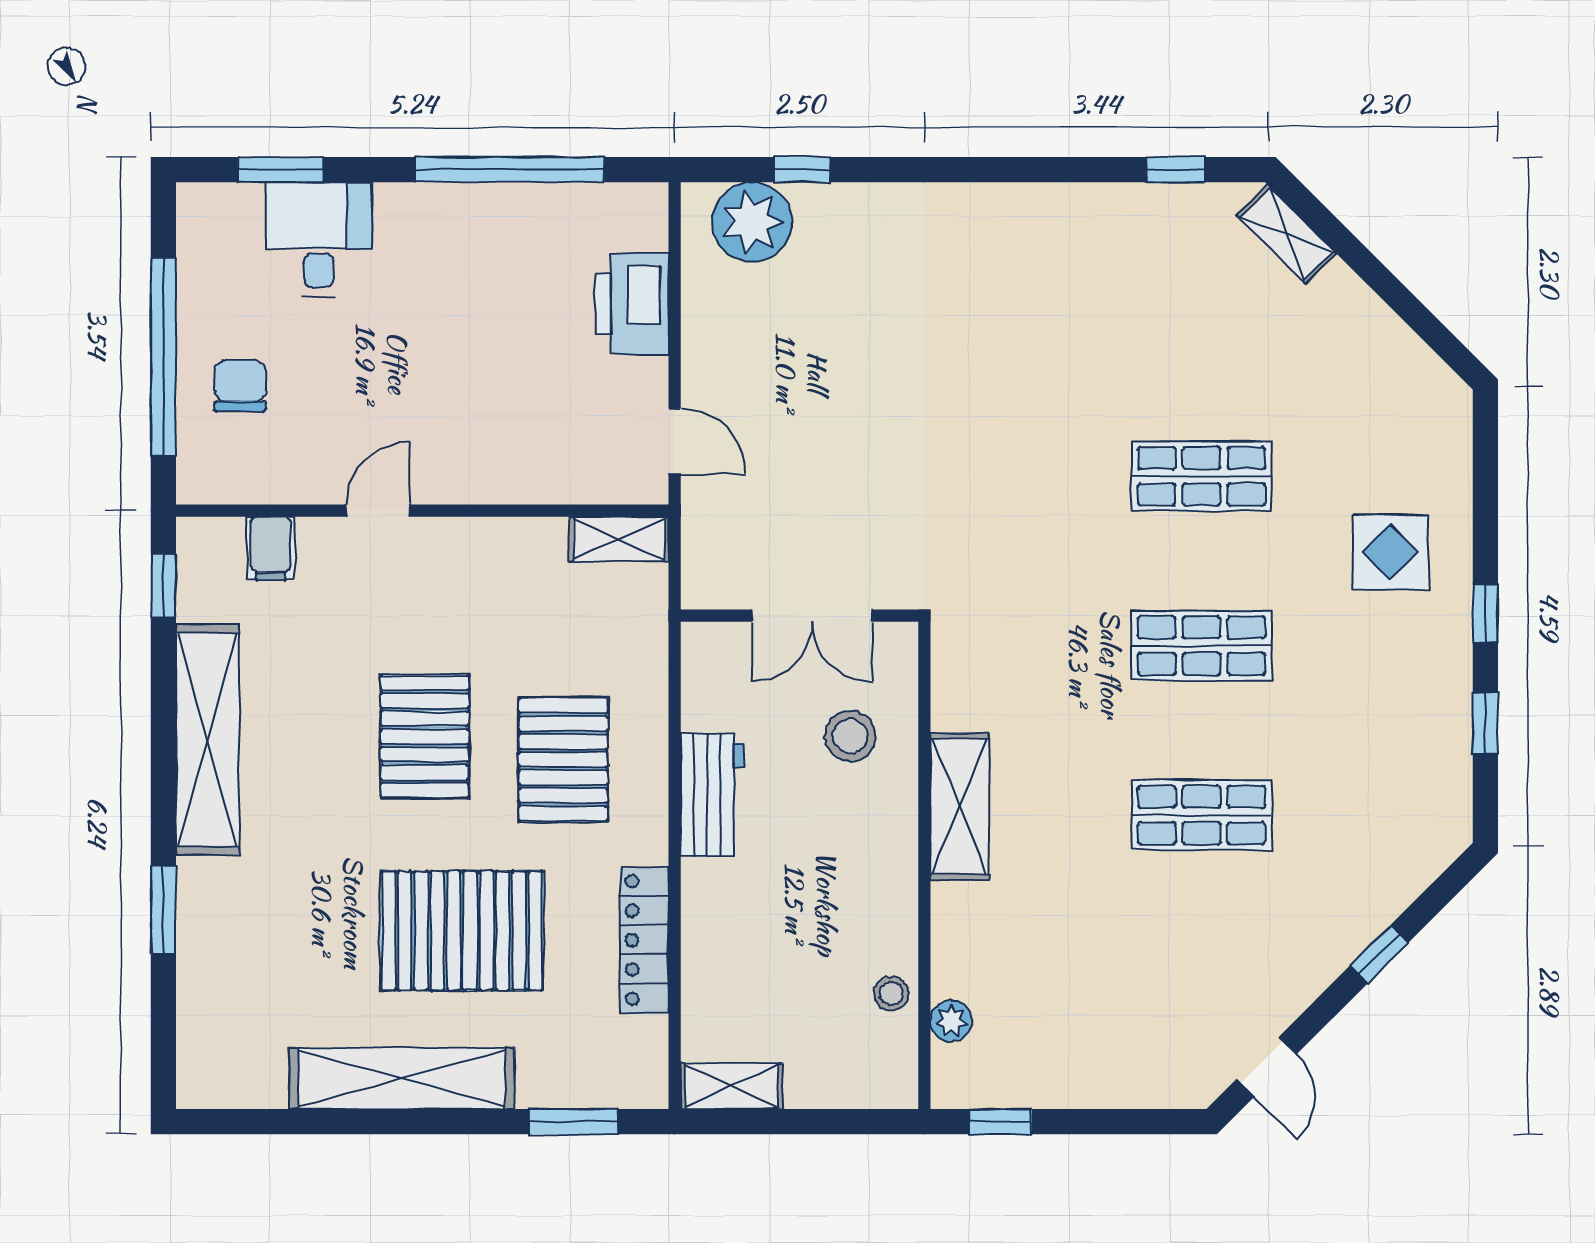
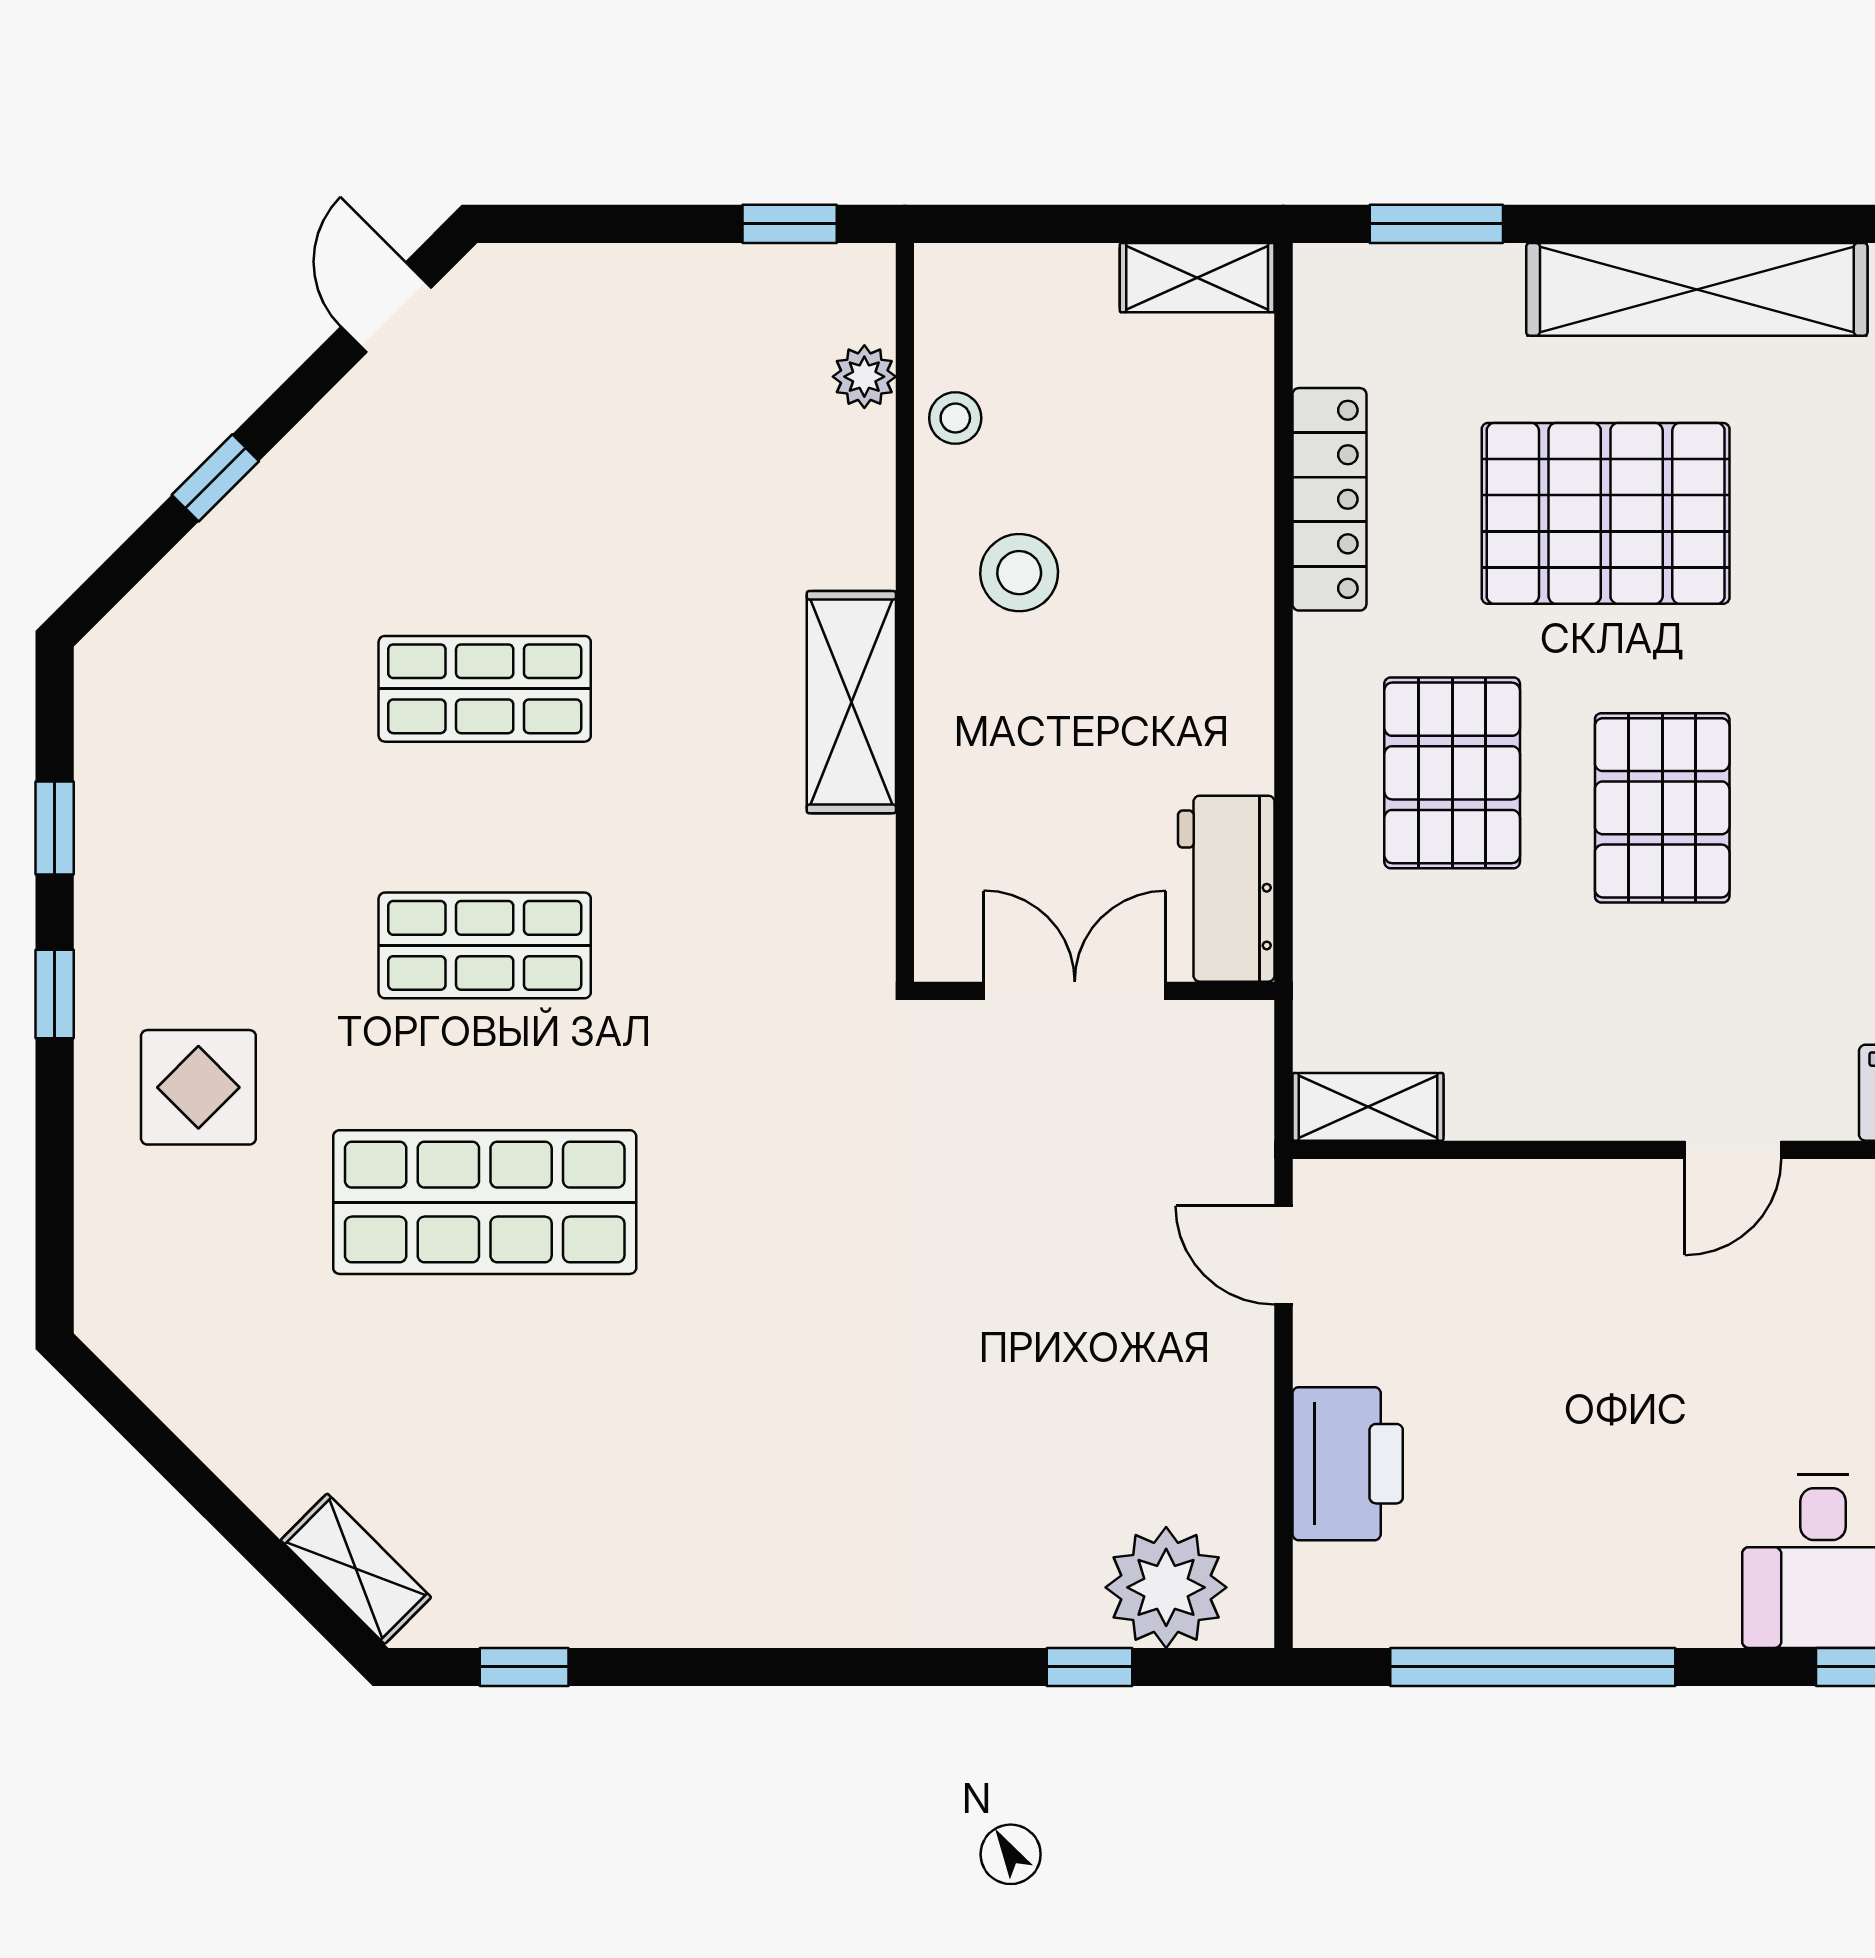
shop shelf: (1202, 476) -> (485, 1202), width x1.43, depth x1.36
stool: (850, 736) -> (1019, 573), moved
workbench: (712, 795) -> (1226, 889), moved

